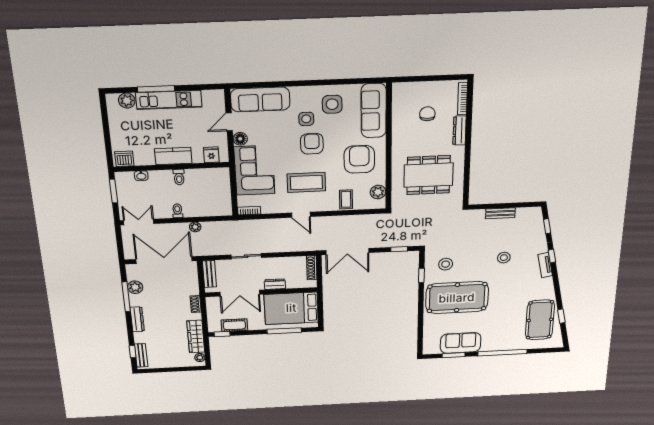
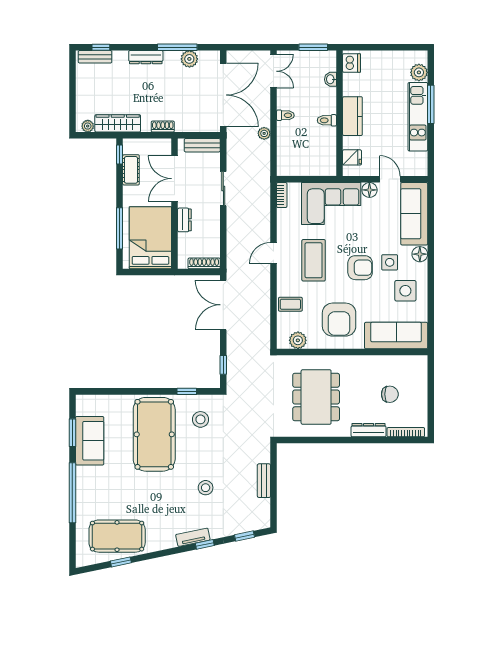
floor lamp: (298, 93) -> (420, 254), added
armchair: (359, 159) -> (339, 320), turned 90

